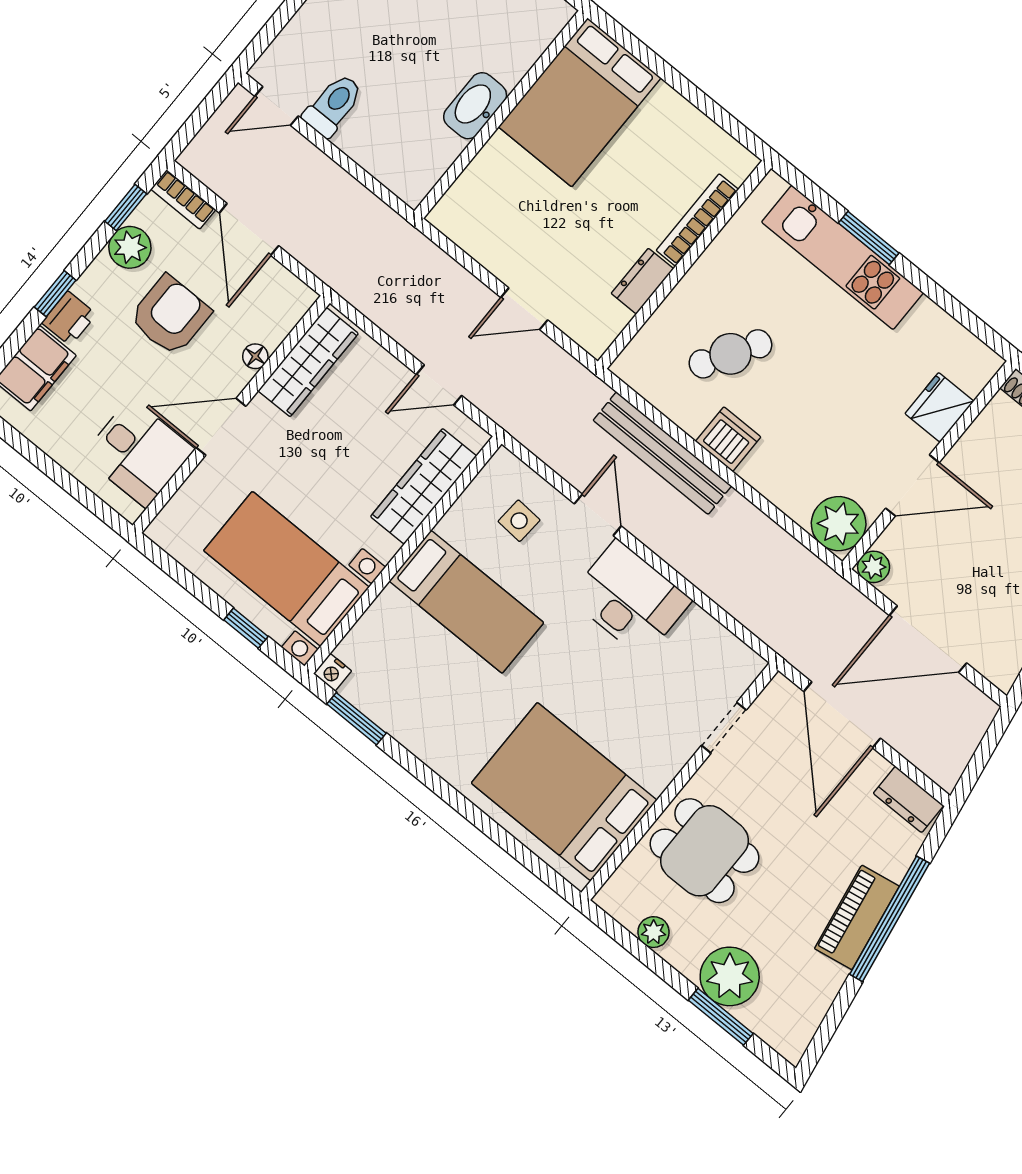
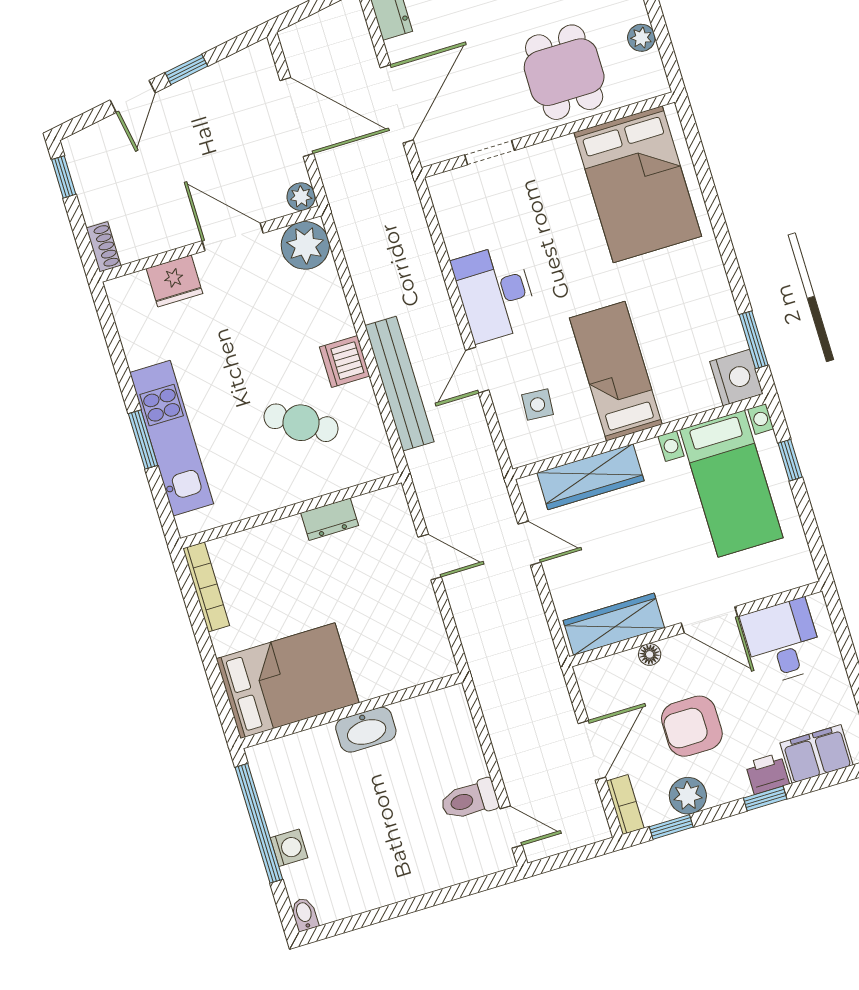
bookcase: (697, 220) -> (206, 587), moved, turned -90
nightstand: (333, 672) -> (736, 378), width x1.89, depth x1.79

